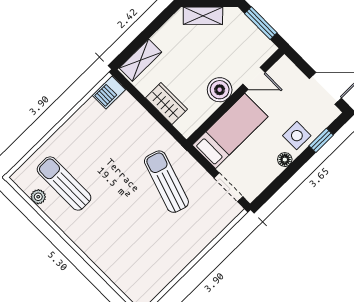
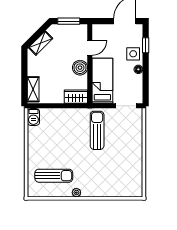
wardrobe: (166, 104) -> (76, 97), moved
sun lounger: (166, 182) -> (97, 130), turned 72
sun lounger: (64, 184) -> (54, 176), turned 180
plant: (38, 197) -> (76, 193), moved

